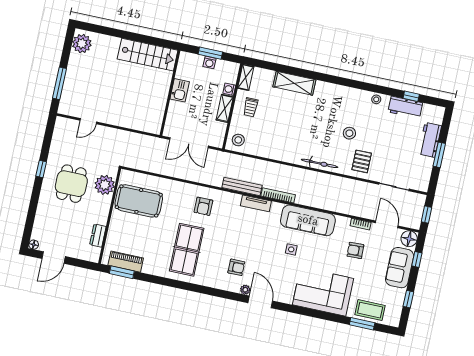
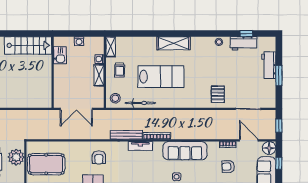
window: (210, 53) -> (78, 33), removed
shelving: (294, 83) -> (173, 43), moved
kitchen sink: (180, 90) -> (60, 55), moved
lab bench: (298, 126) -> (161, 77), added
stool: (349, 133) -> (203, 74), removed
bicycle: (320, 163) -> (140, 103), moved

